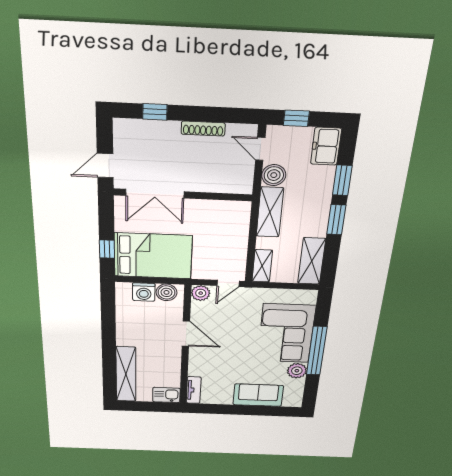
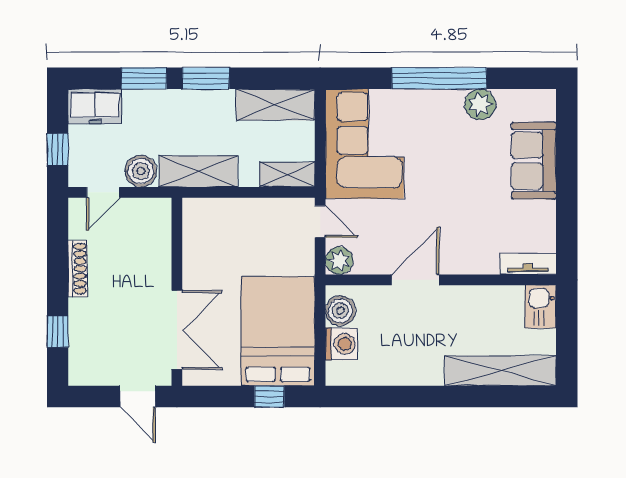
corner sofa: (286, 333) -> (365, 144), moved, turned -90

